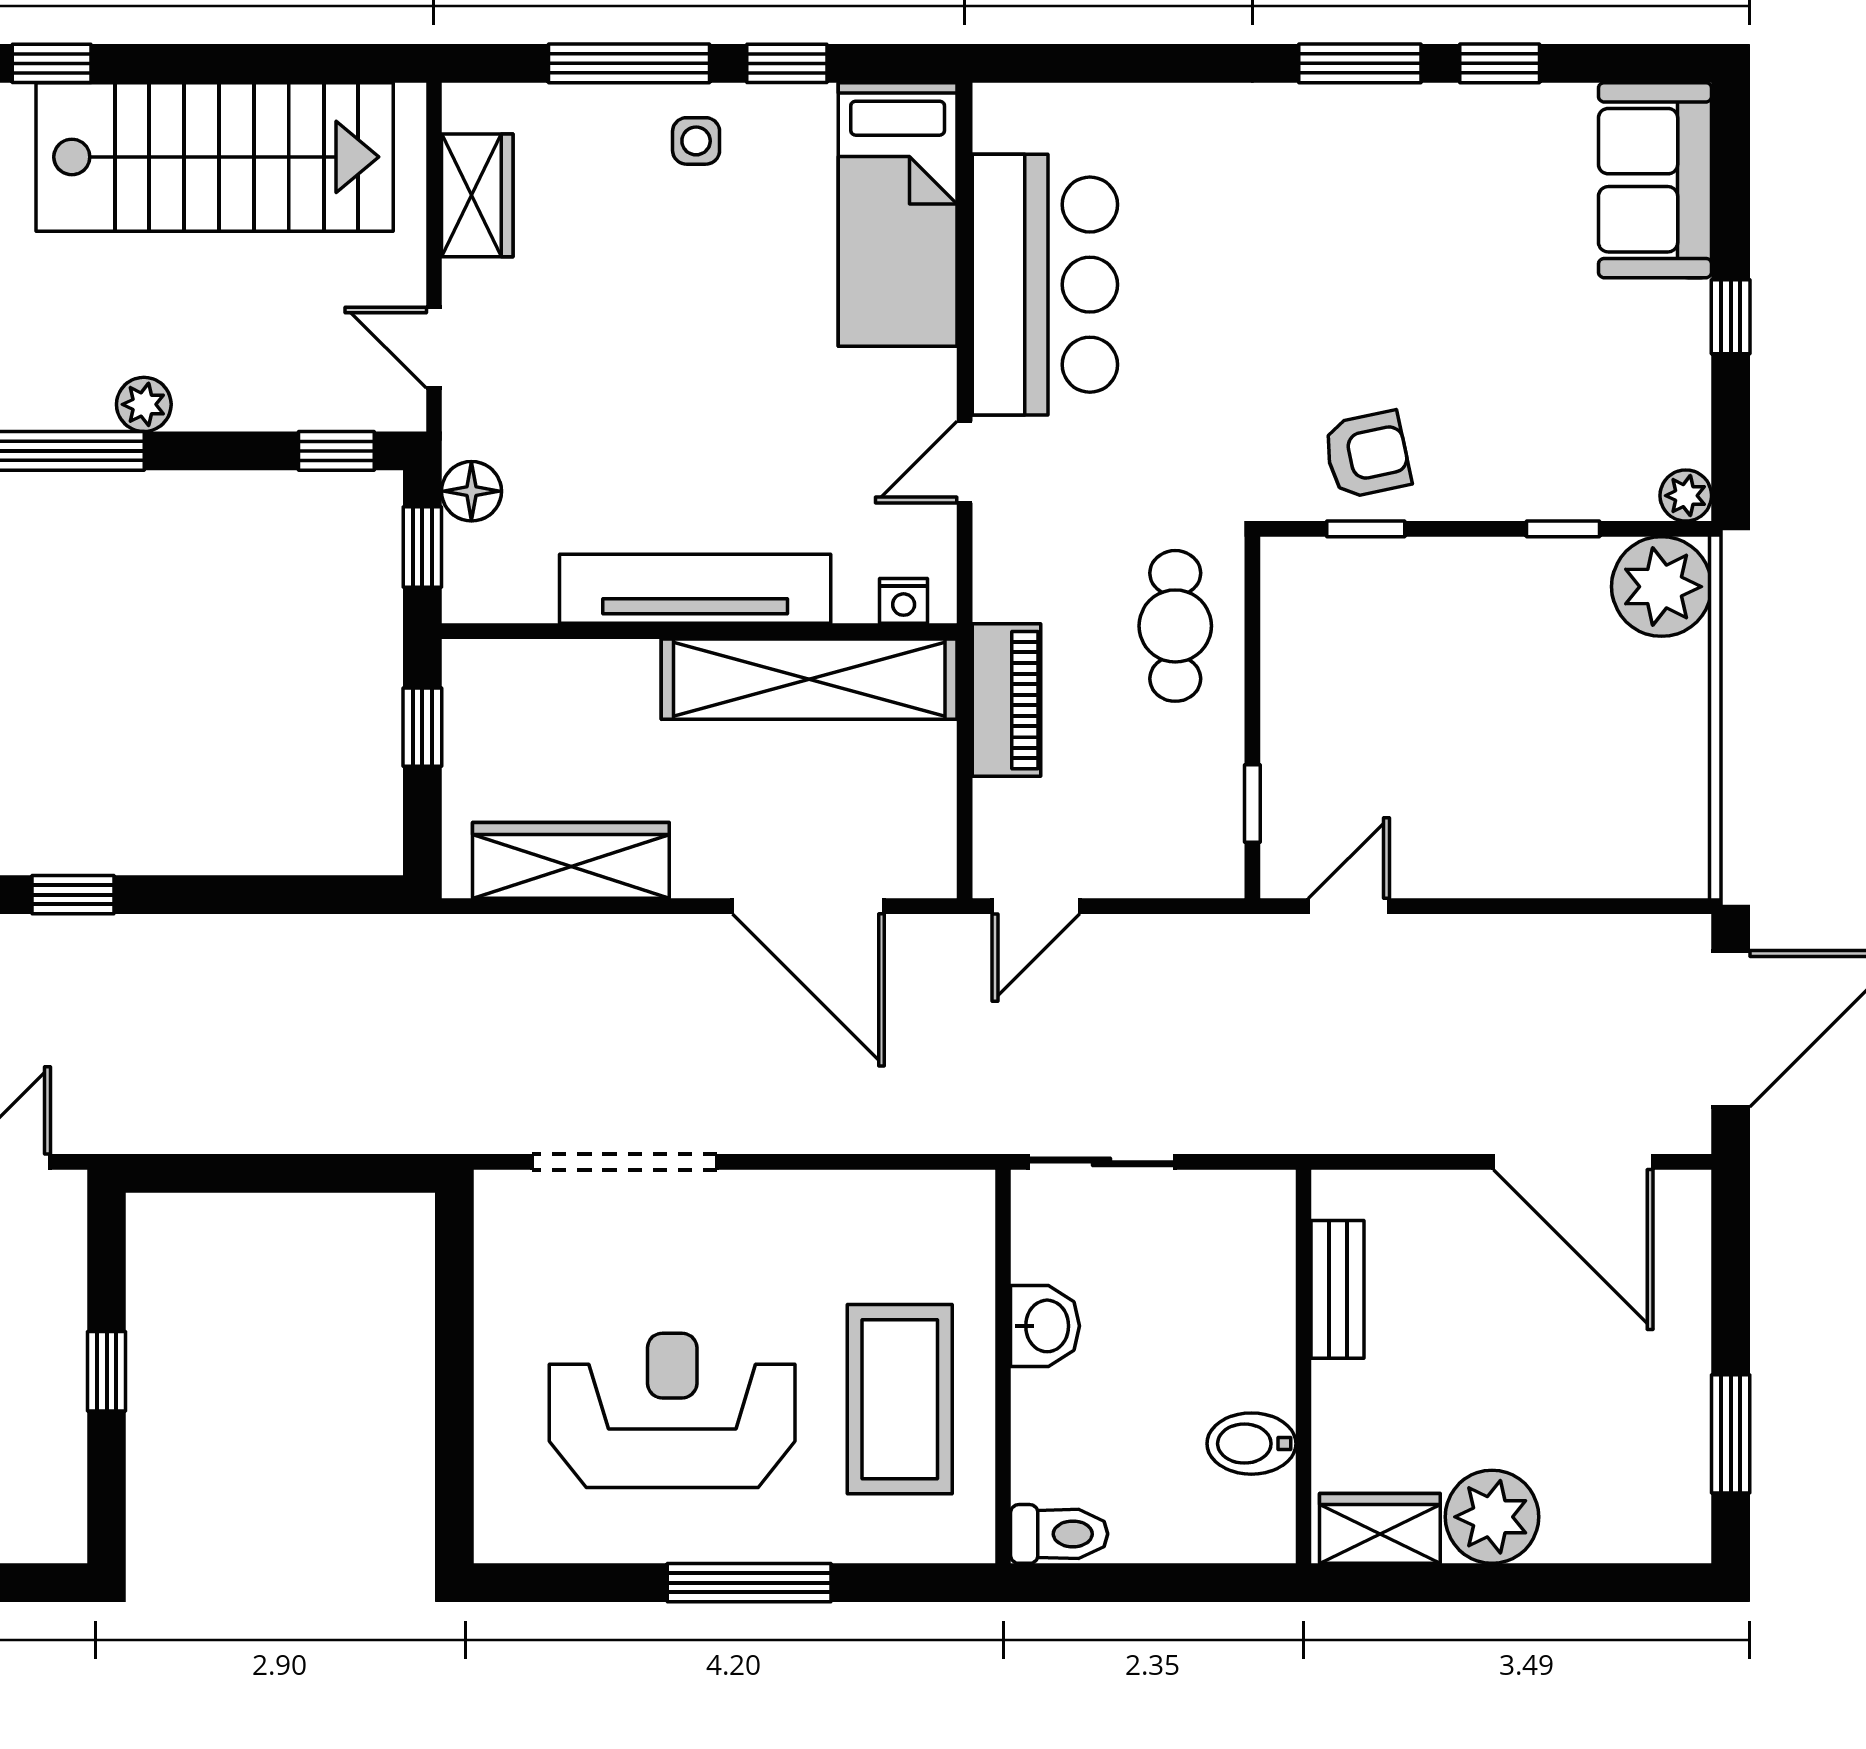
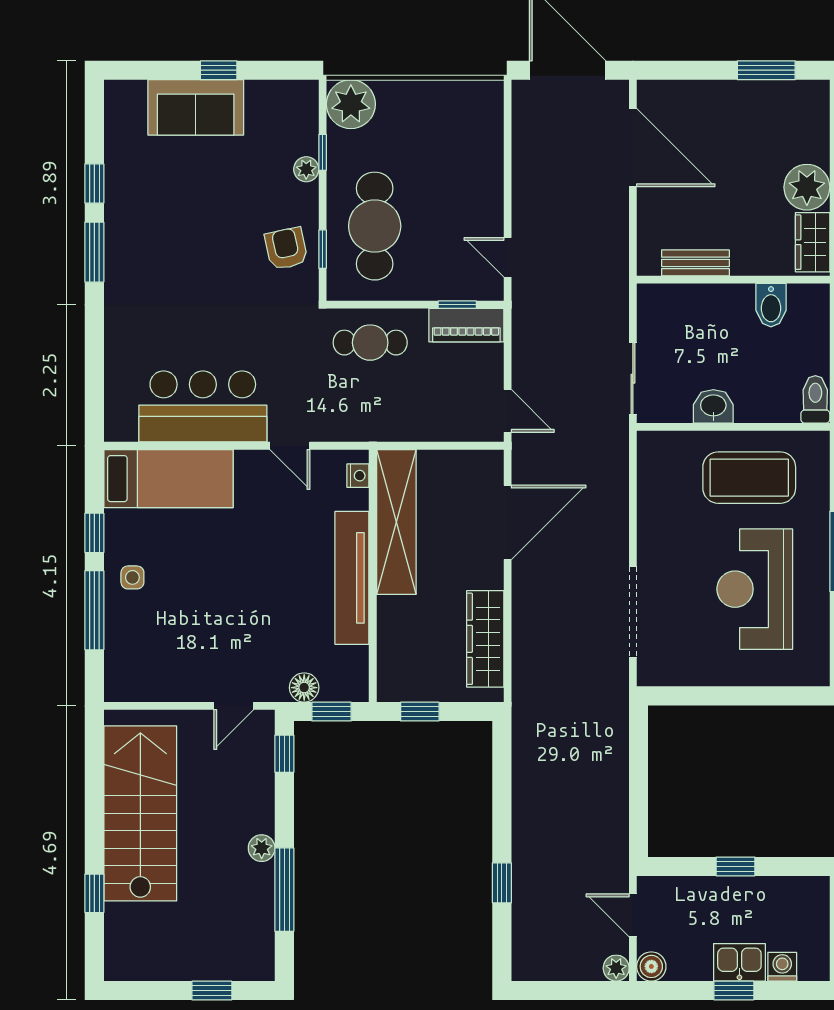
sofa: (1655, 180) -> (196, 107), moved
wardrobe: (477, 195) -> (159, 685), removed
plant: (1686, 496) -> (306, 169), moved
cafe table: (1413, 635) -> (375, 226), added
piano: (1006, 700) -> (466, 325), moved, turned 180
door: (1573, 1162) -> (633, 147), hinge flipped

